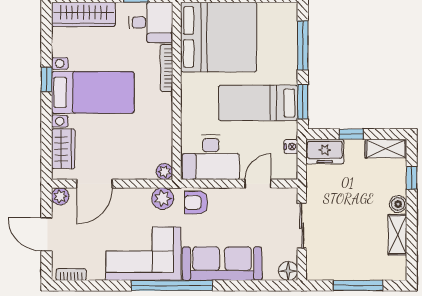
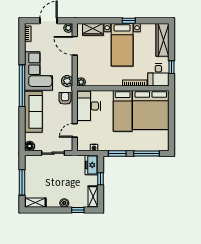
bed: (258, 103) -> (123, 111), moved, turned 180
door: (258, 184) -> (75, 130), swing flipped
shelving: (397, 235) -> (35, 203), moved

